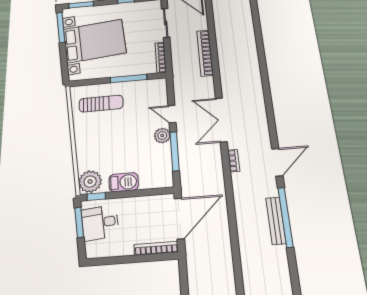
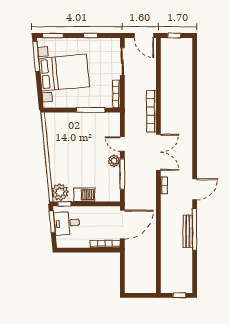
bookcase: (205, 53) -> (151, 111), moved
sun lounger: (101, 104) -> (69, 130), removed
double door: (221, 120) -> (158, 152), swing flipped

